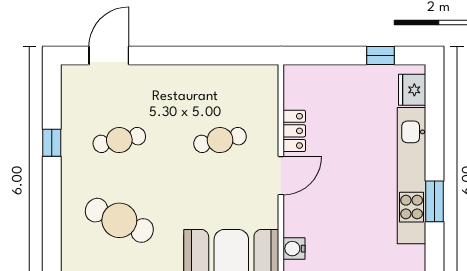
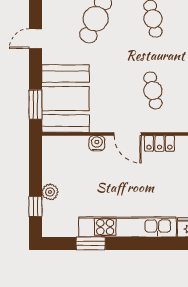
window: (435, 201) -> (91, 243), moved
water cooler: (294, 249) -> (97, 143), moved

